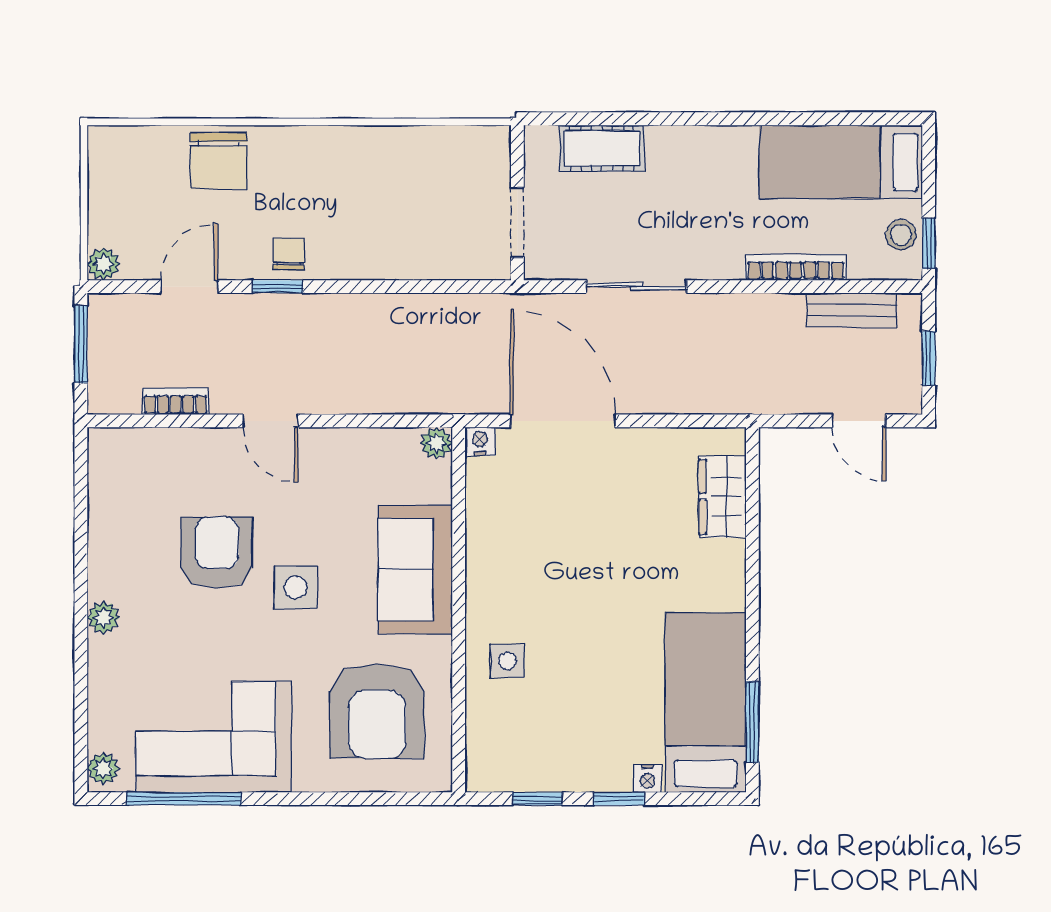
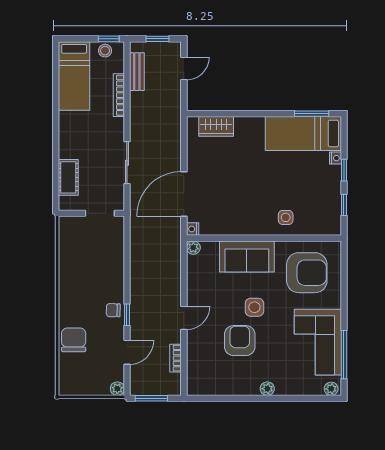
chair: (219, 161) -> (74, 340), turned -90
door: (189, 287) -> (127, 352), swing flipped
armchair: (217, 553) -> (240, 341), turned 90

